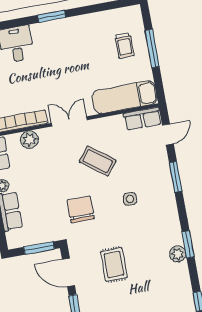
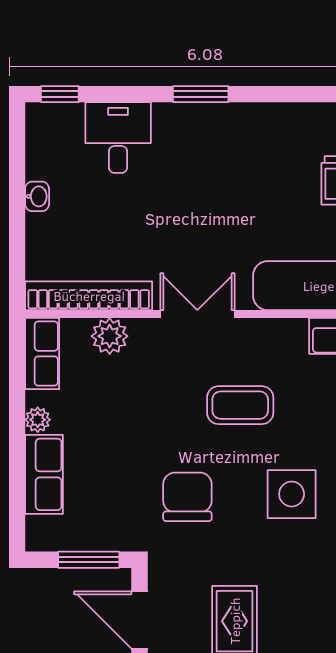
coffee table: (98, 161) -> (240, 405), turned -37
side table: (130, 199) -> (292, 494), width x1.87, depth x1.87

